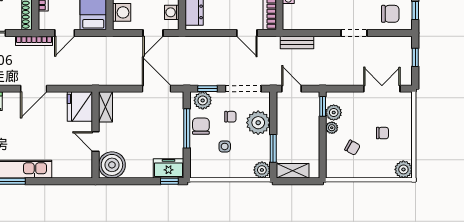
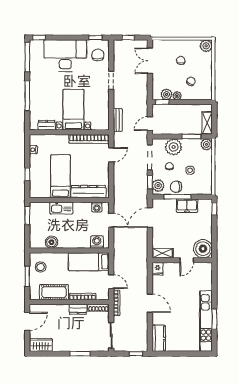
fridge: (80, 107) -> (157, 269), width x0.53, depth x0.75
freezer: (169, 168) -> (187, 206), moved, turned -90

